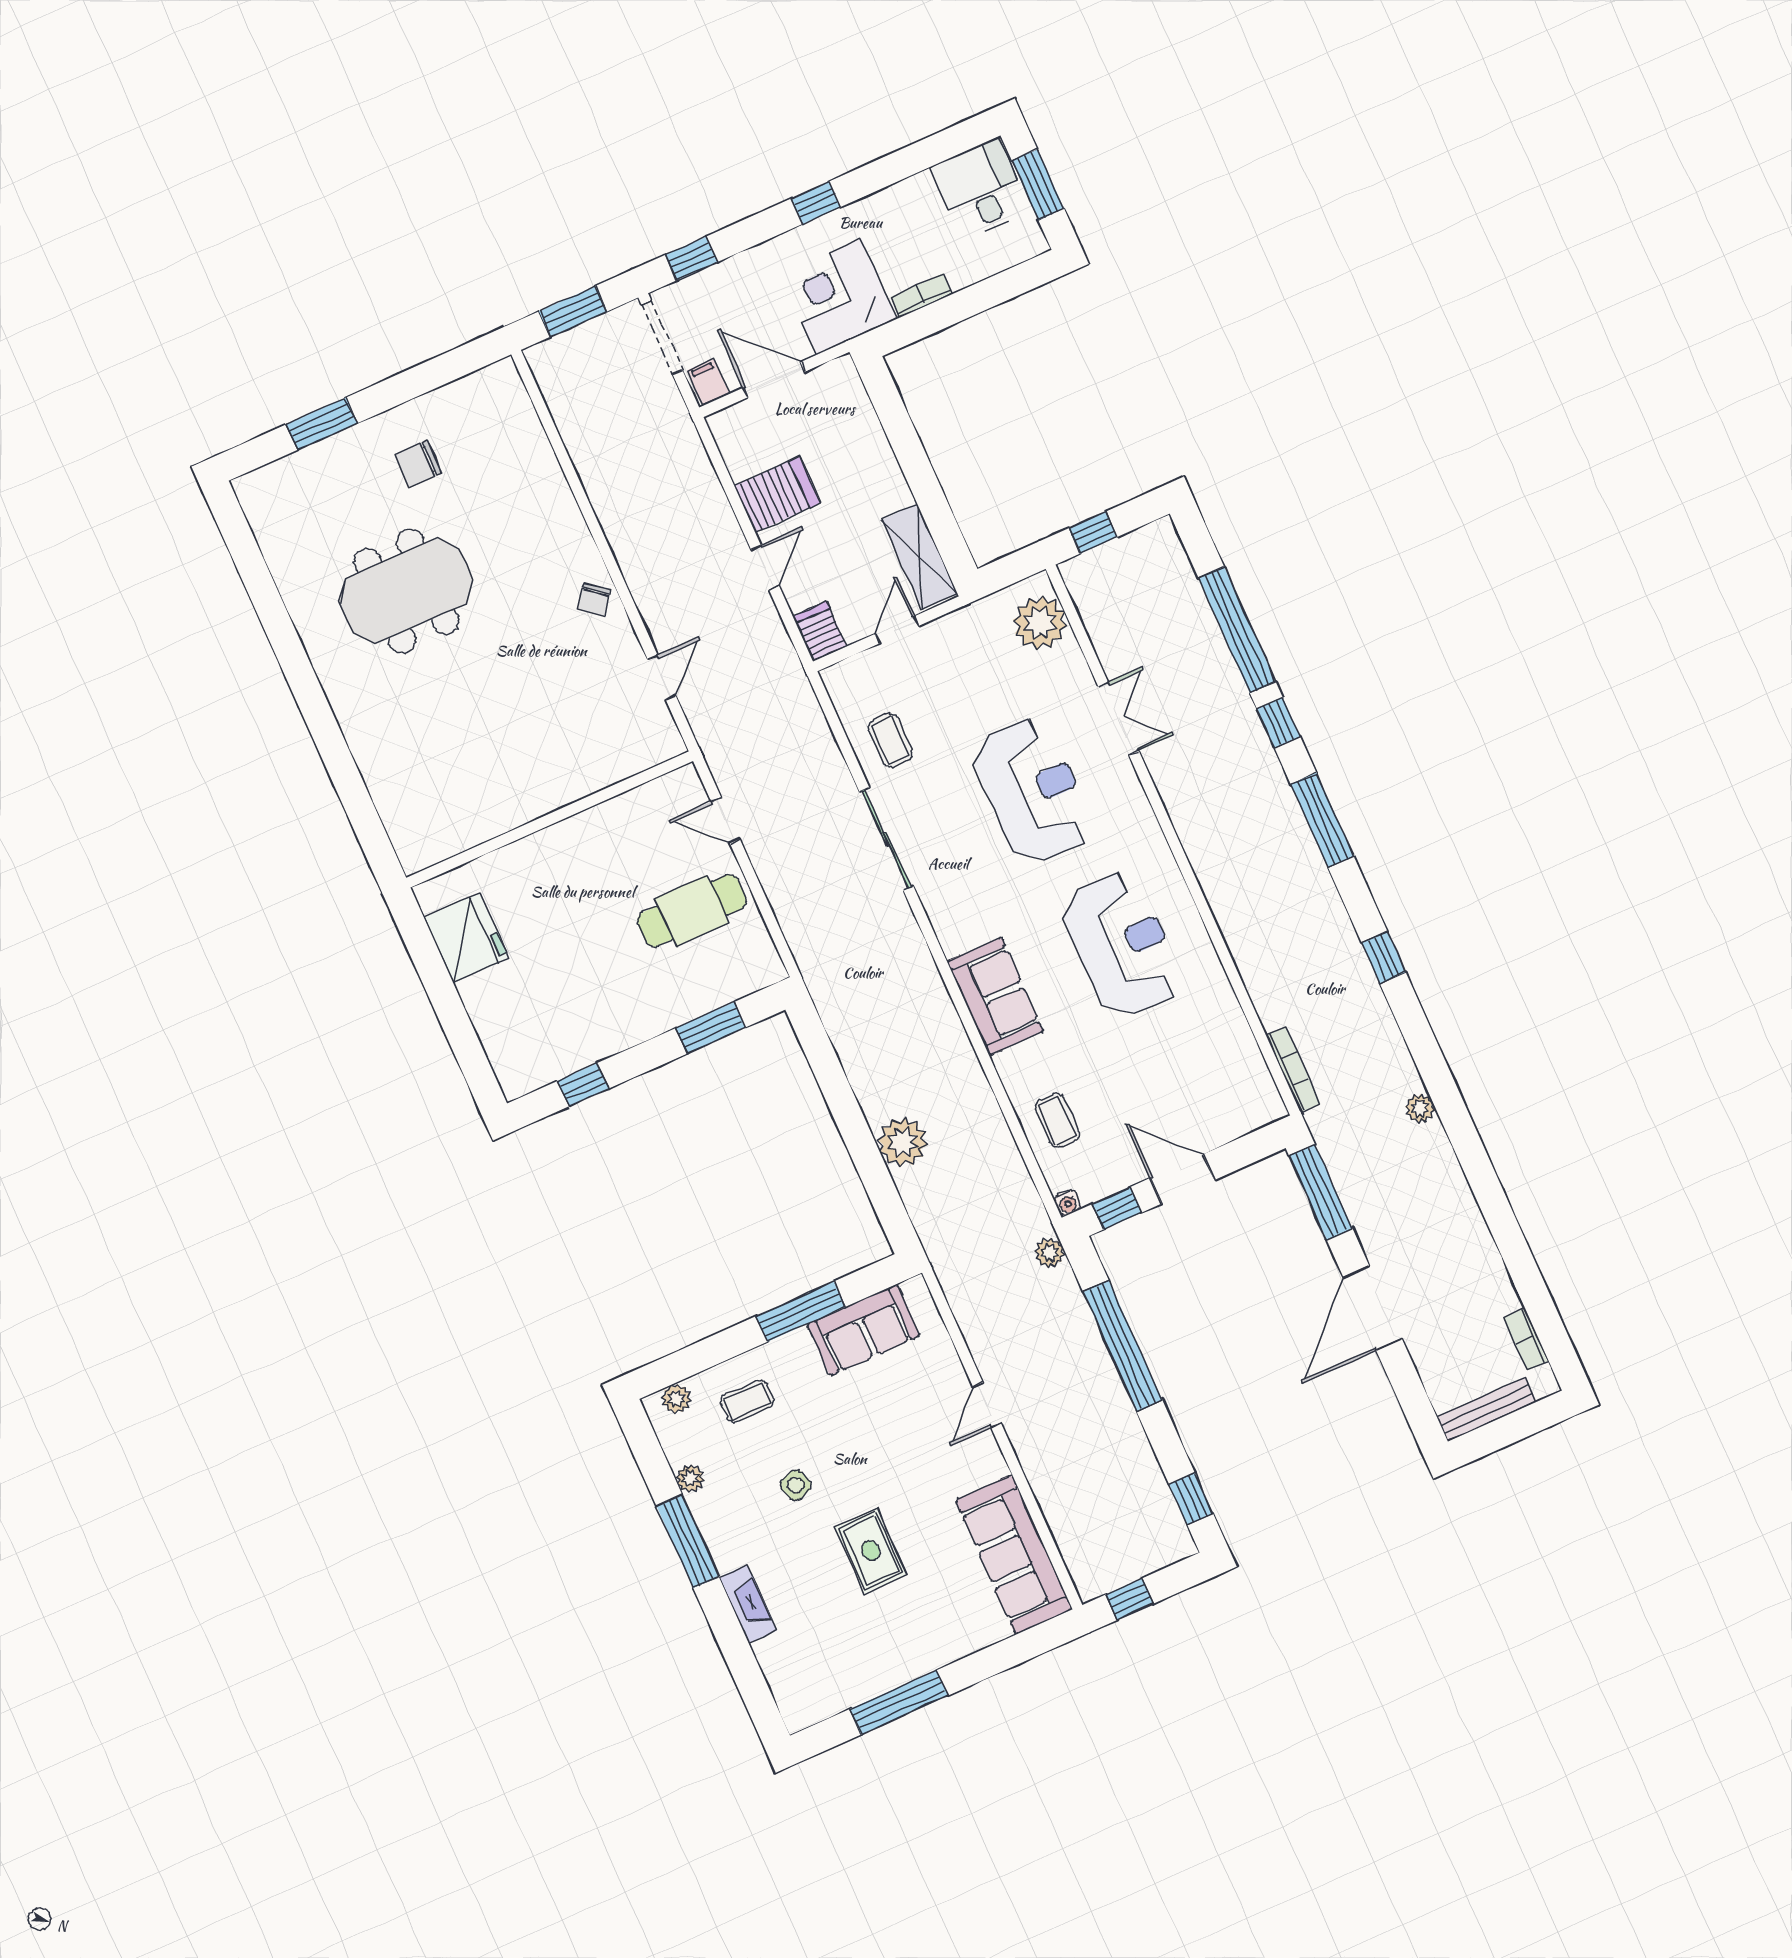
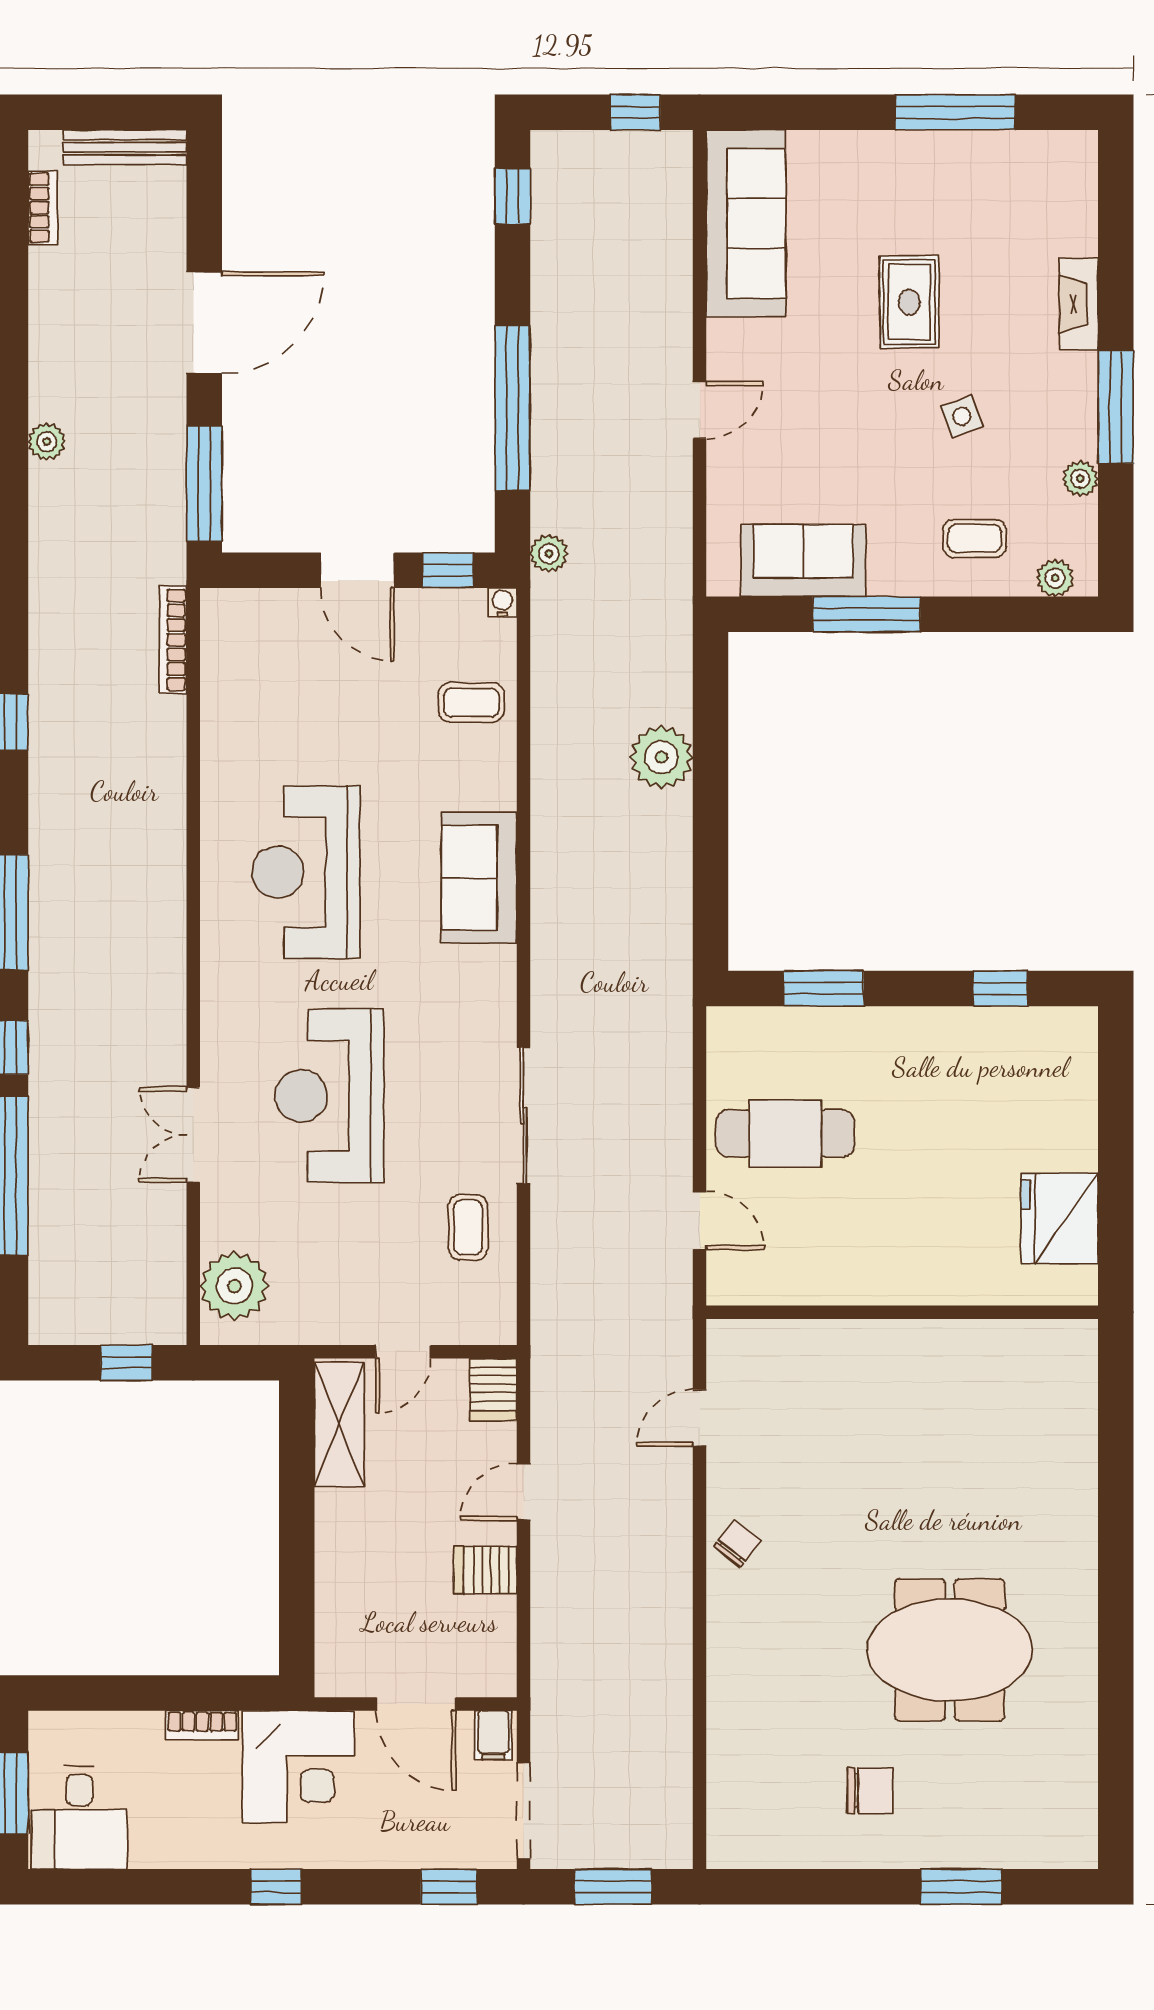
server rack: (777, 494) -> (485, 1570), width x0.73, depth x0.70
plant: (1420, 1108) -> (47, 442), moved
coffee table: (1057, 1120) -> (471, 702), turned 90

